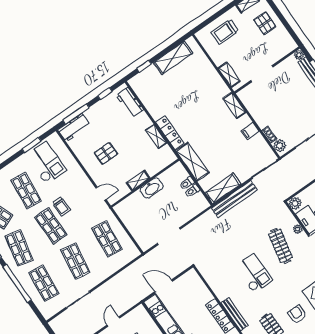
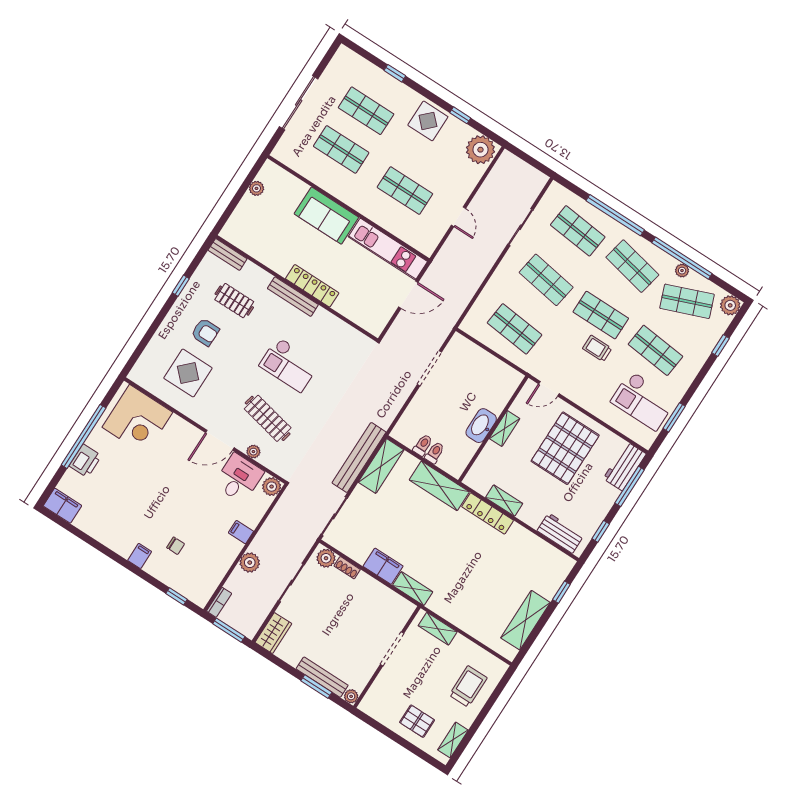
filing cabinet: (250, 131) -> (383, 566), width x2.00
pallet: (106, 153) -> (565, 448), width x2.05, depth x2.00

